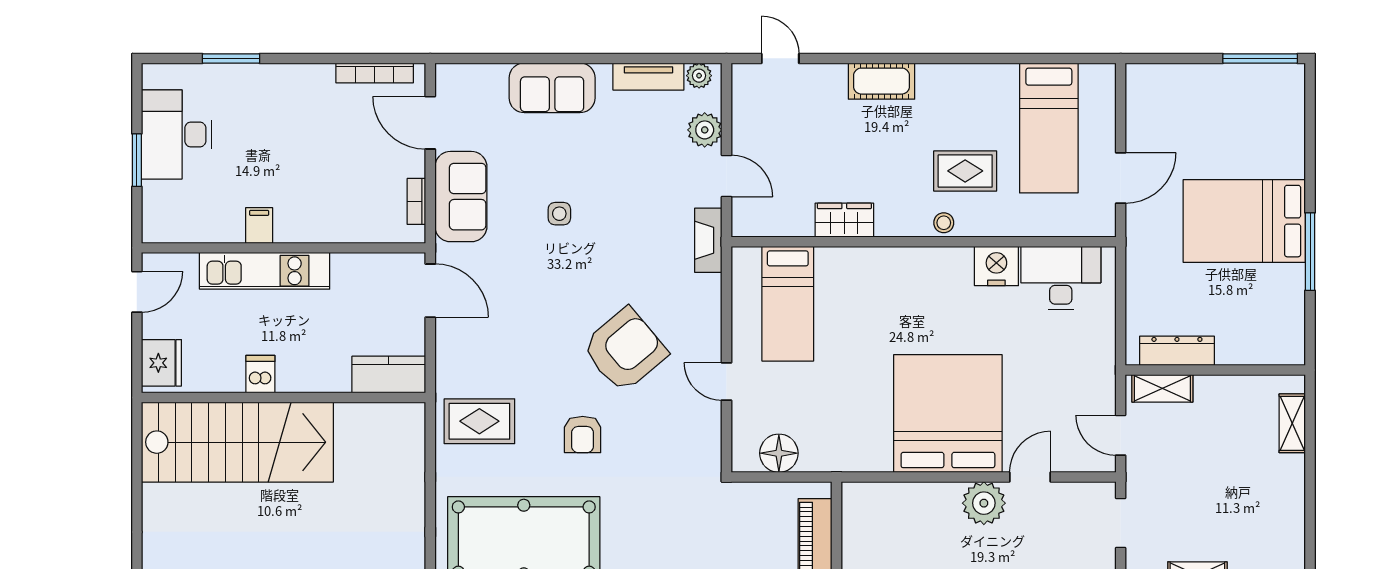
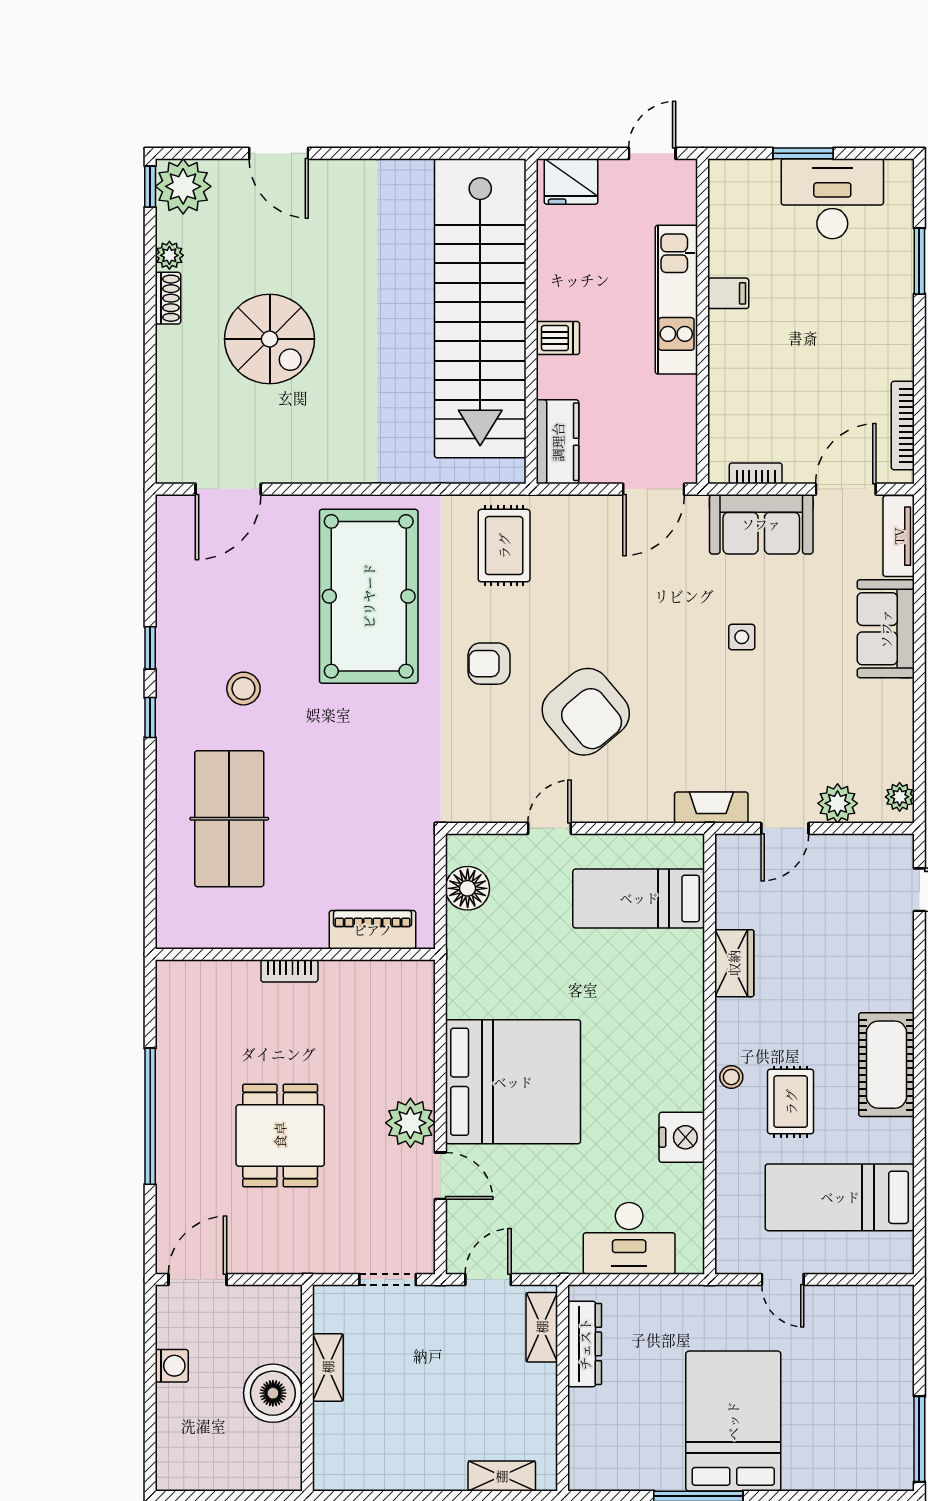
tv unit: (648, 77) -> (899, 536), moved
cot: (882, 81) -> (886, 1065), moved, width x1.37, depth x1.34
door: (1121, 178) -> (783, 1280), width x0.73
desk: (1061, 278) -> (629, 1238), moved, turned 90
door: (137, 292) -> (652, 153), swing flipped
dishwasher: (260, 374) -> (558, 338), moved
stairs: (237, 442) -> (480, 308), width x1.36

